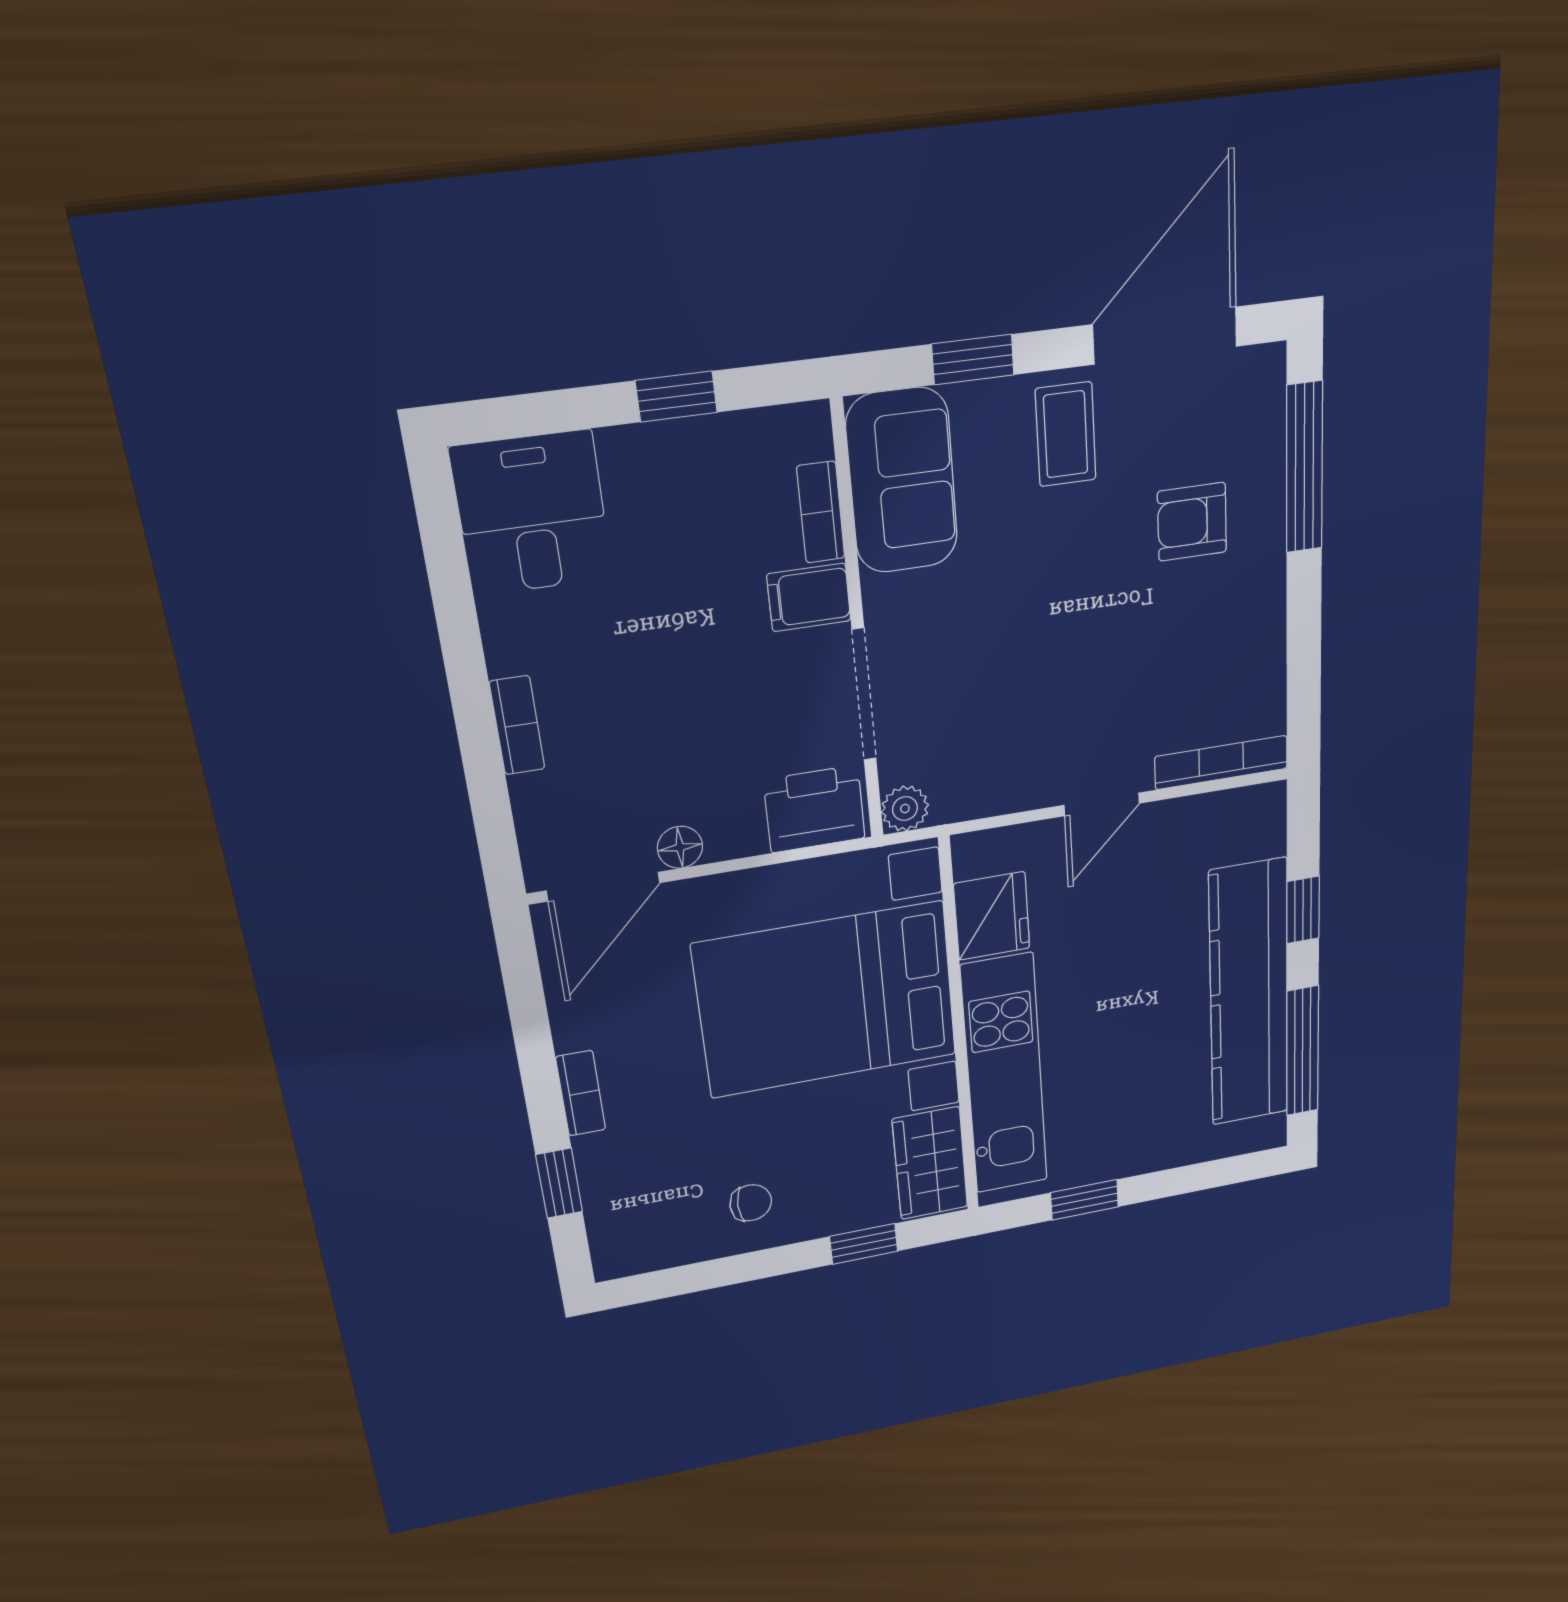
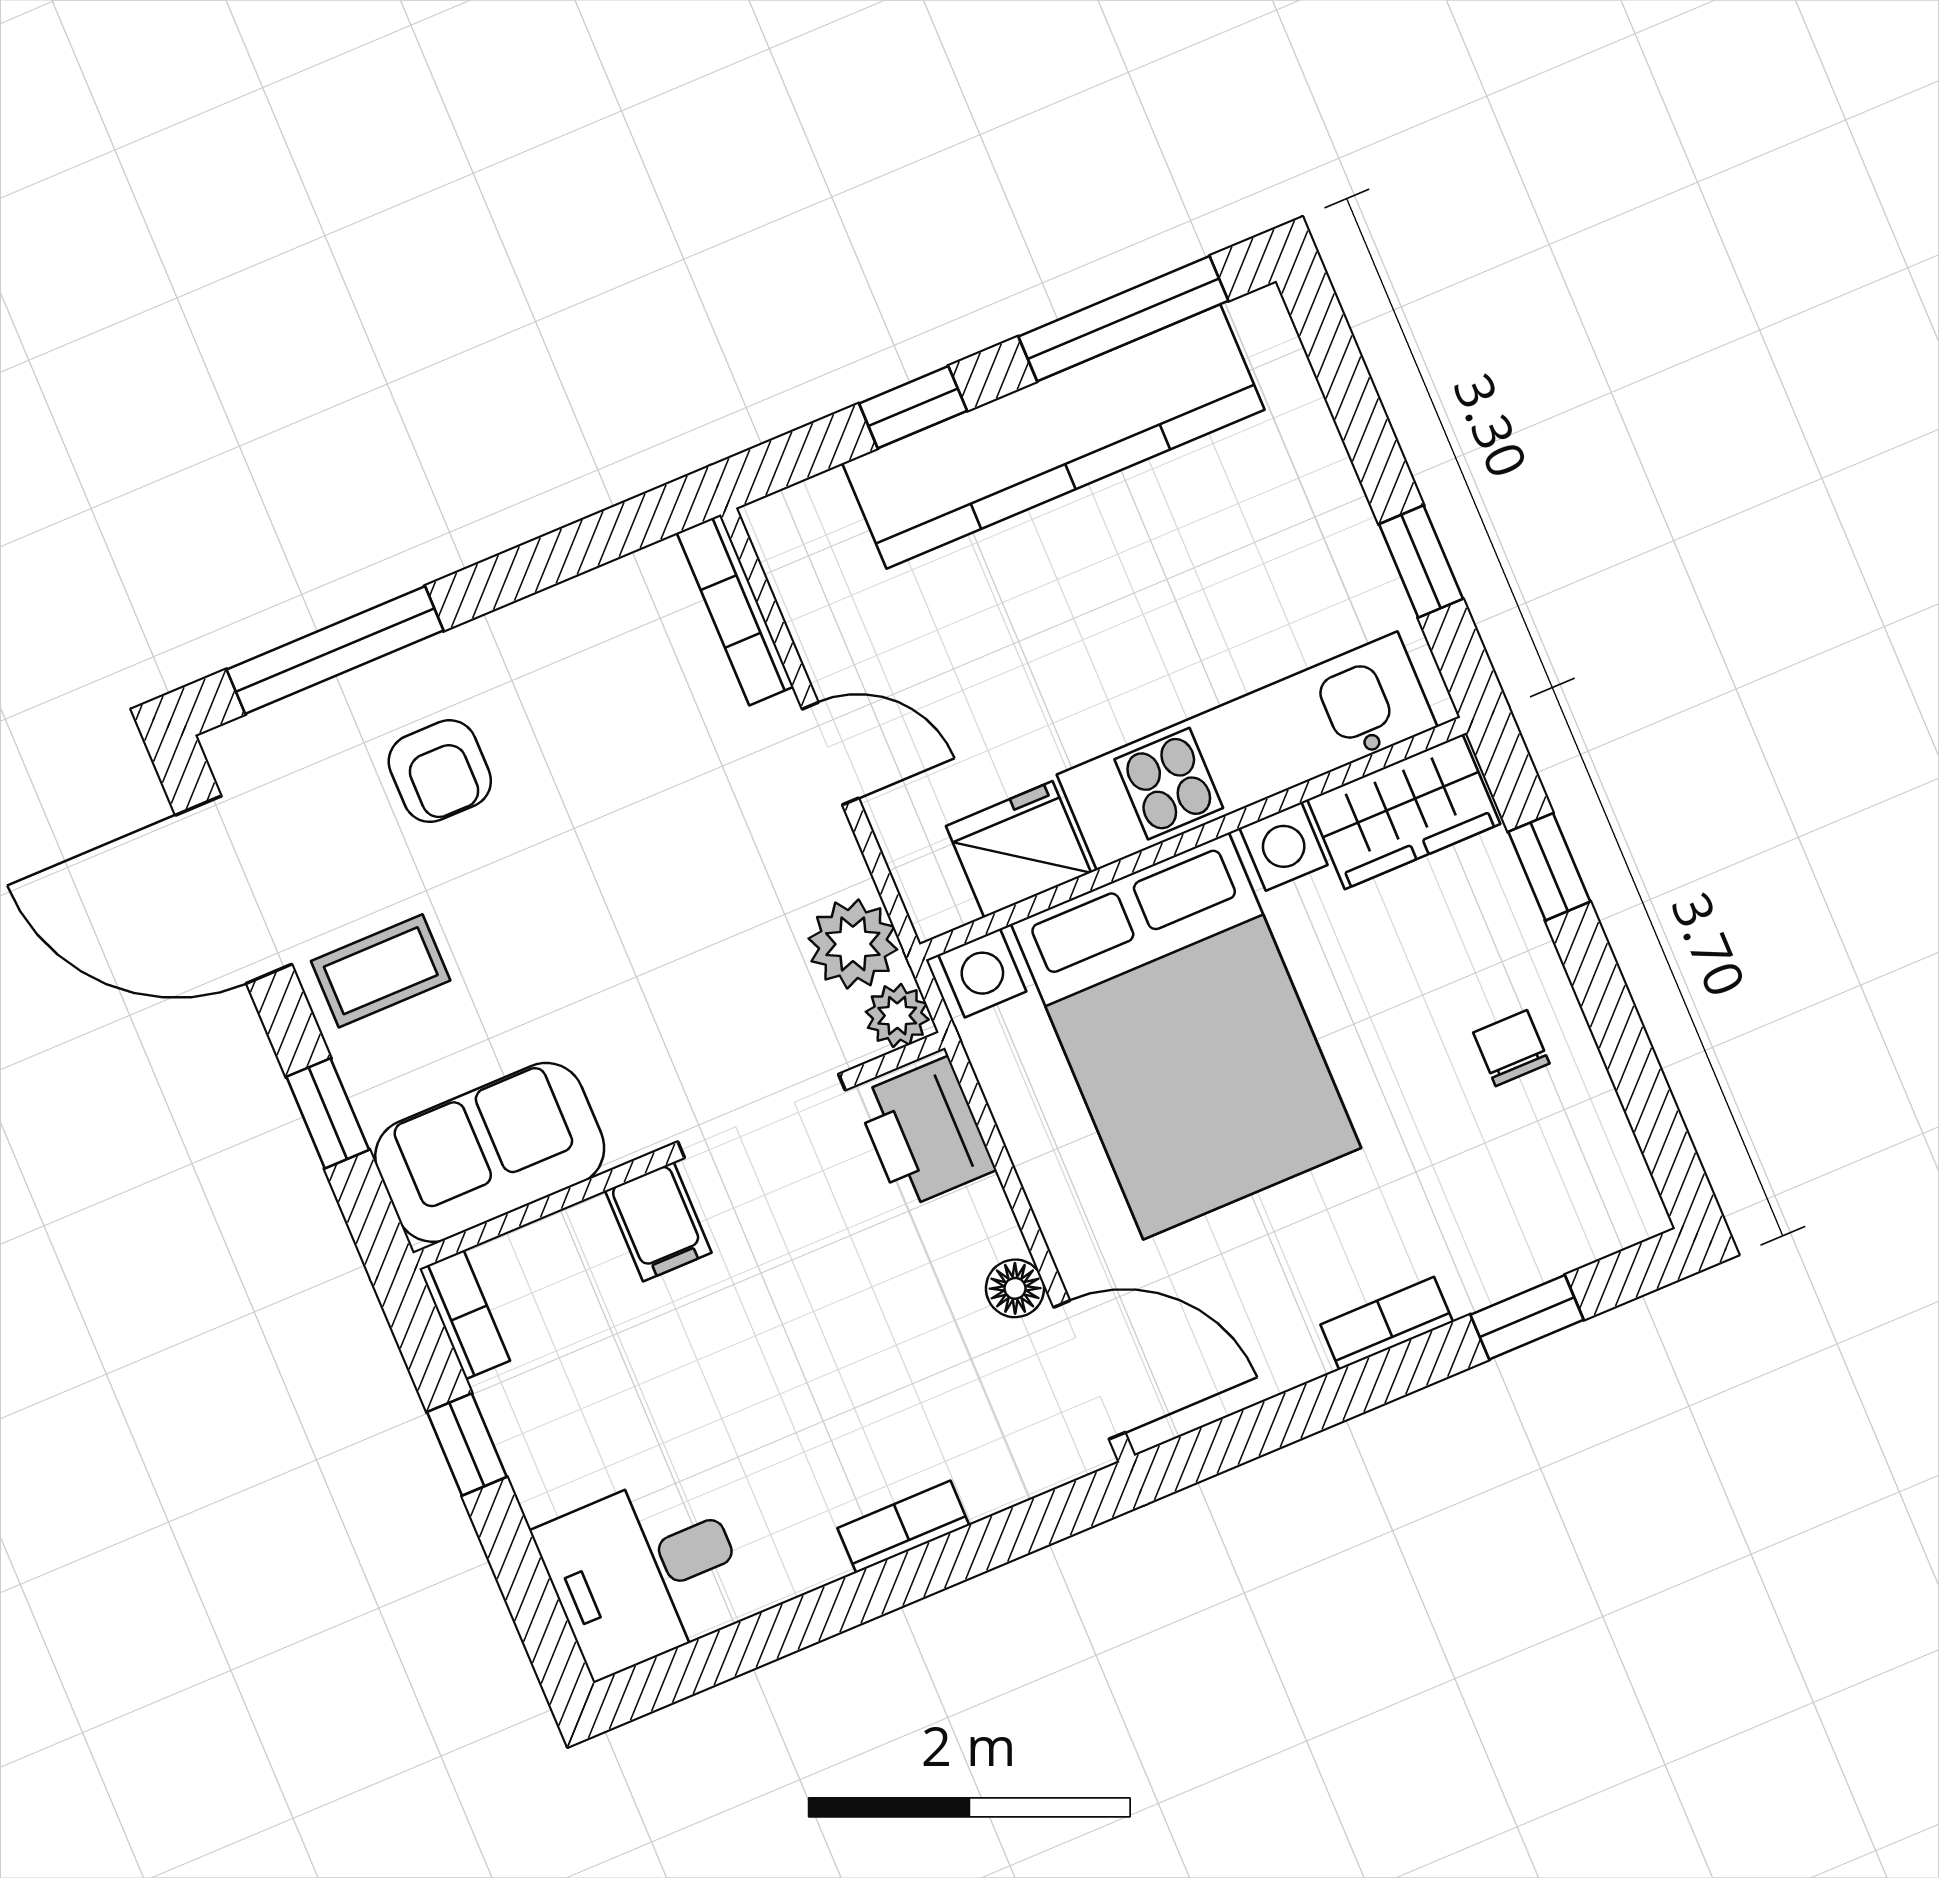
bookcase: (821, 512) -> (465, 1315), moved, turned -90
plant: (966, 789) -> (853, 944), added

